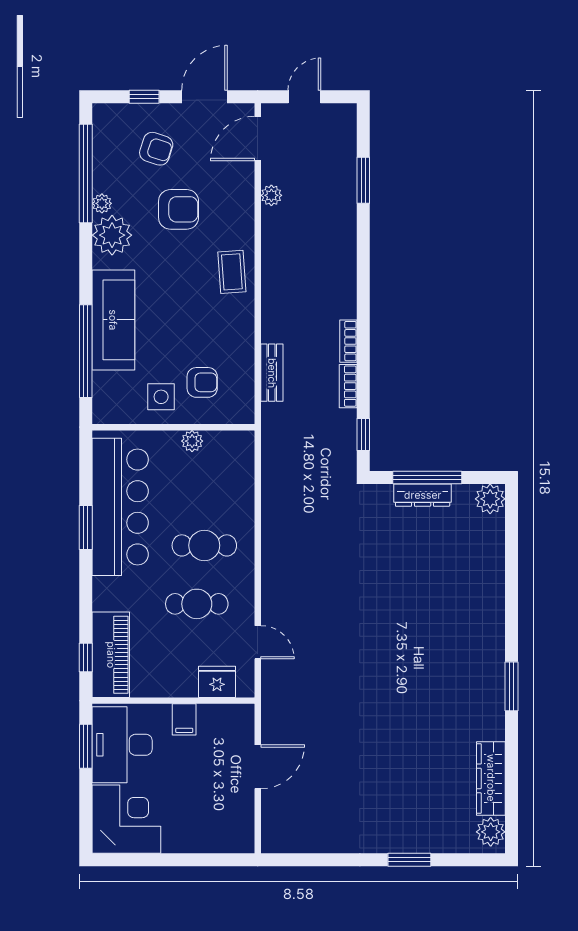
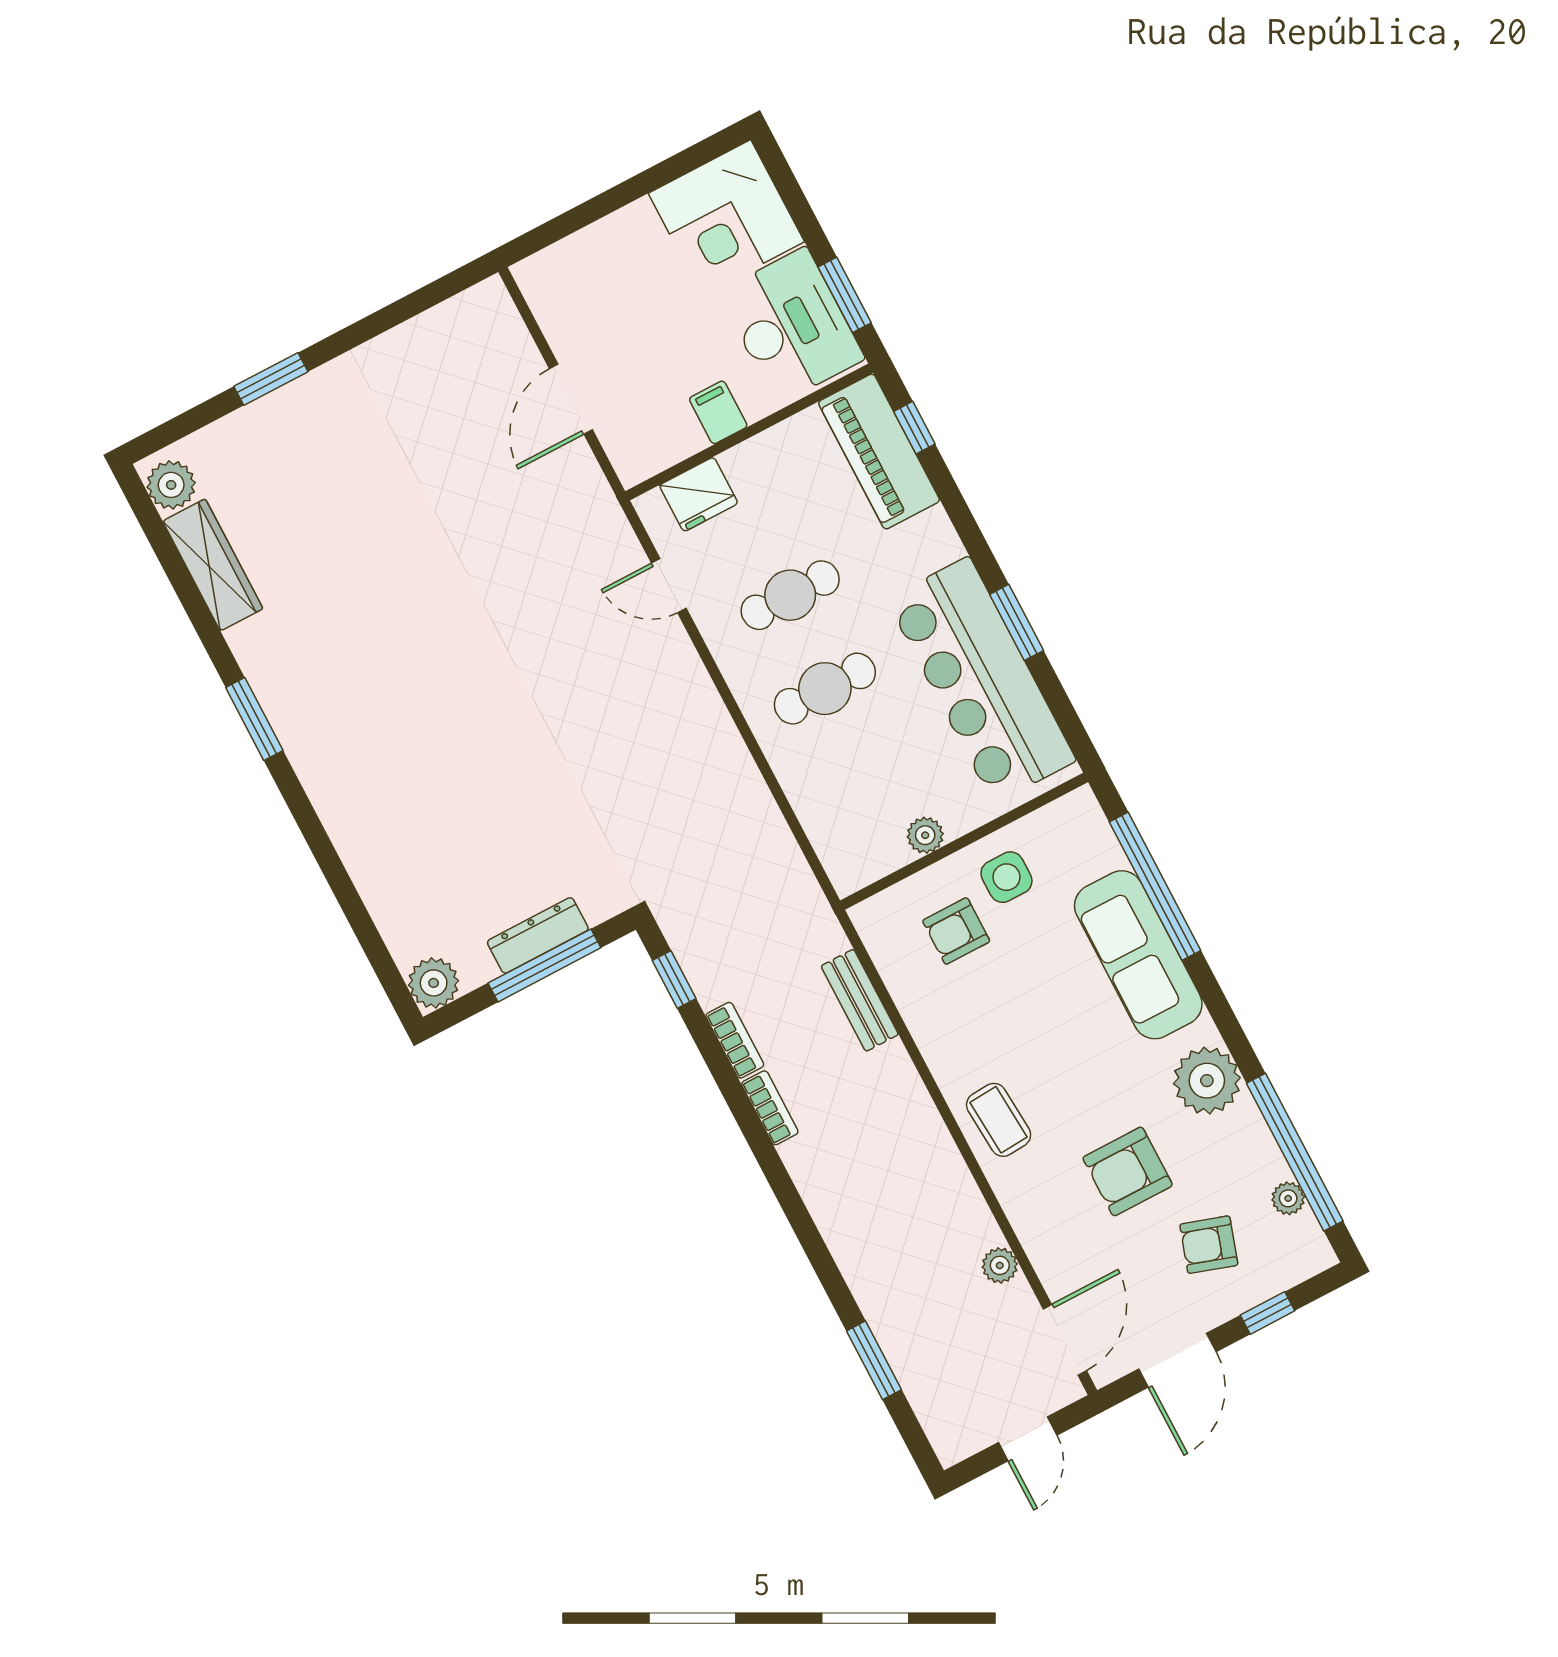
plant: (102, 203) -> (1288, 1198), moved

